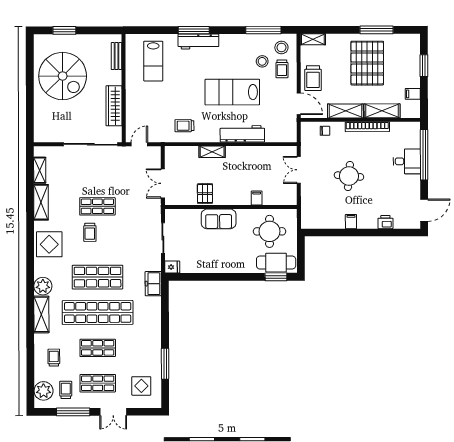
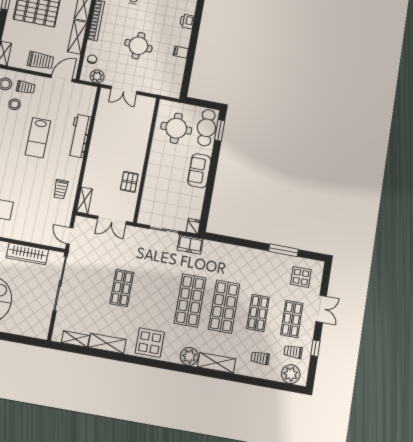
lab bench: (232, 92) -> (38, 138), width x0.73, depth x0.72
plant: (308, 140) -> (97, 76), added
shelving: (212, 152) -> (84, 200), moved
pallet: (205, 194) -> (129, 182), turned 90
filing cabinet: (257, 198) -> (143, 134), removed
sofa: (219, 219) -> (199, 171), moved, turned 180
trolley: (90, 232) -> (146, 300), removed
freezer: (153, 284) -> (190, 245), moved
shop shelf: (98, 312) -> (224, 307), width x0.71
window: (73, 412) -> (315, 348), width x0.46

